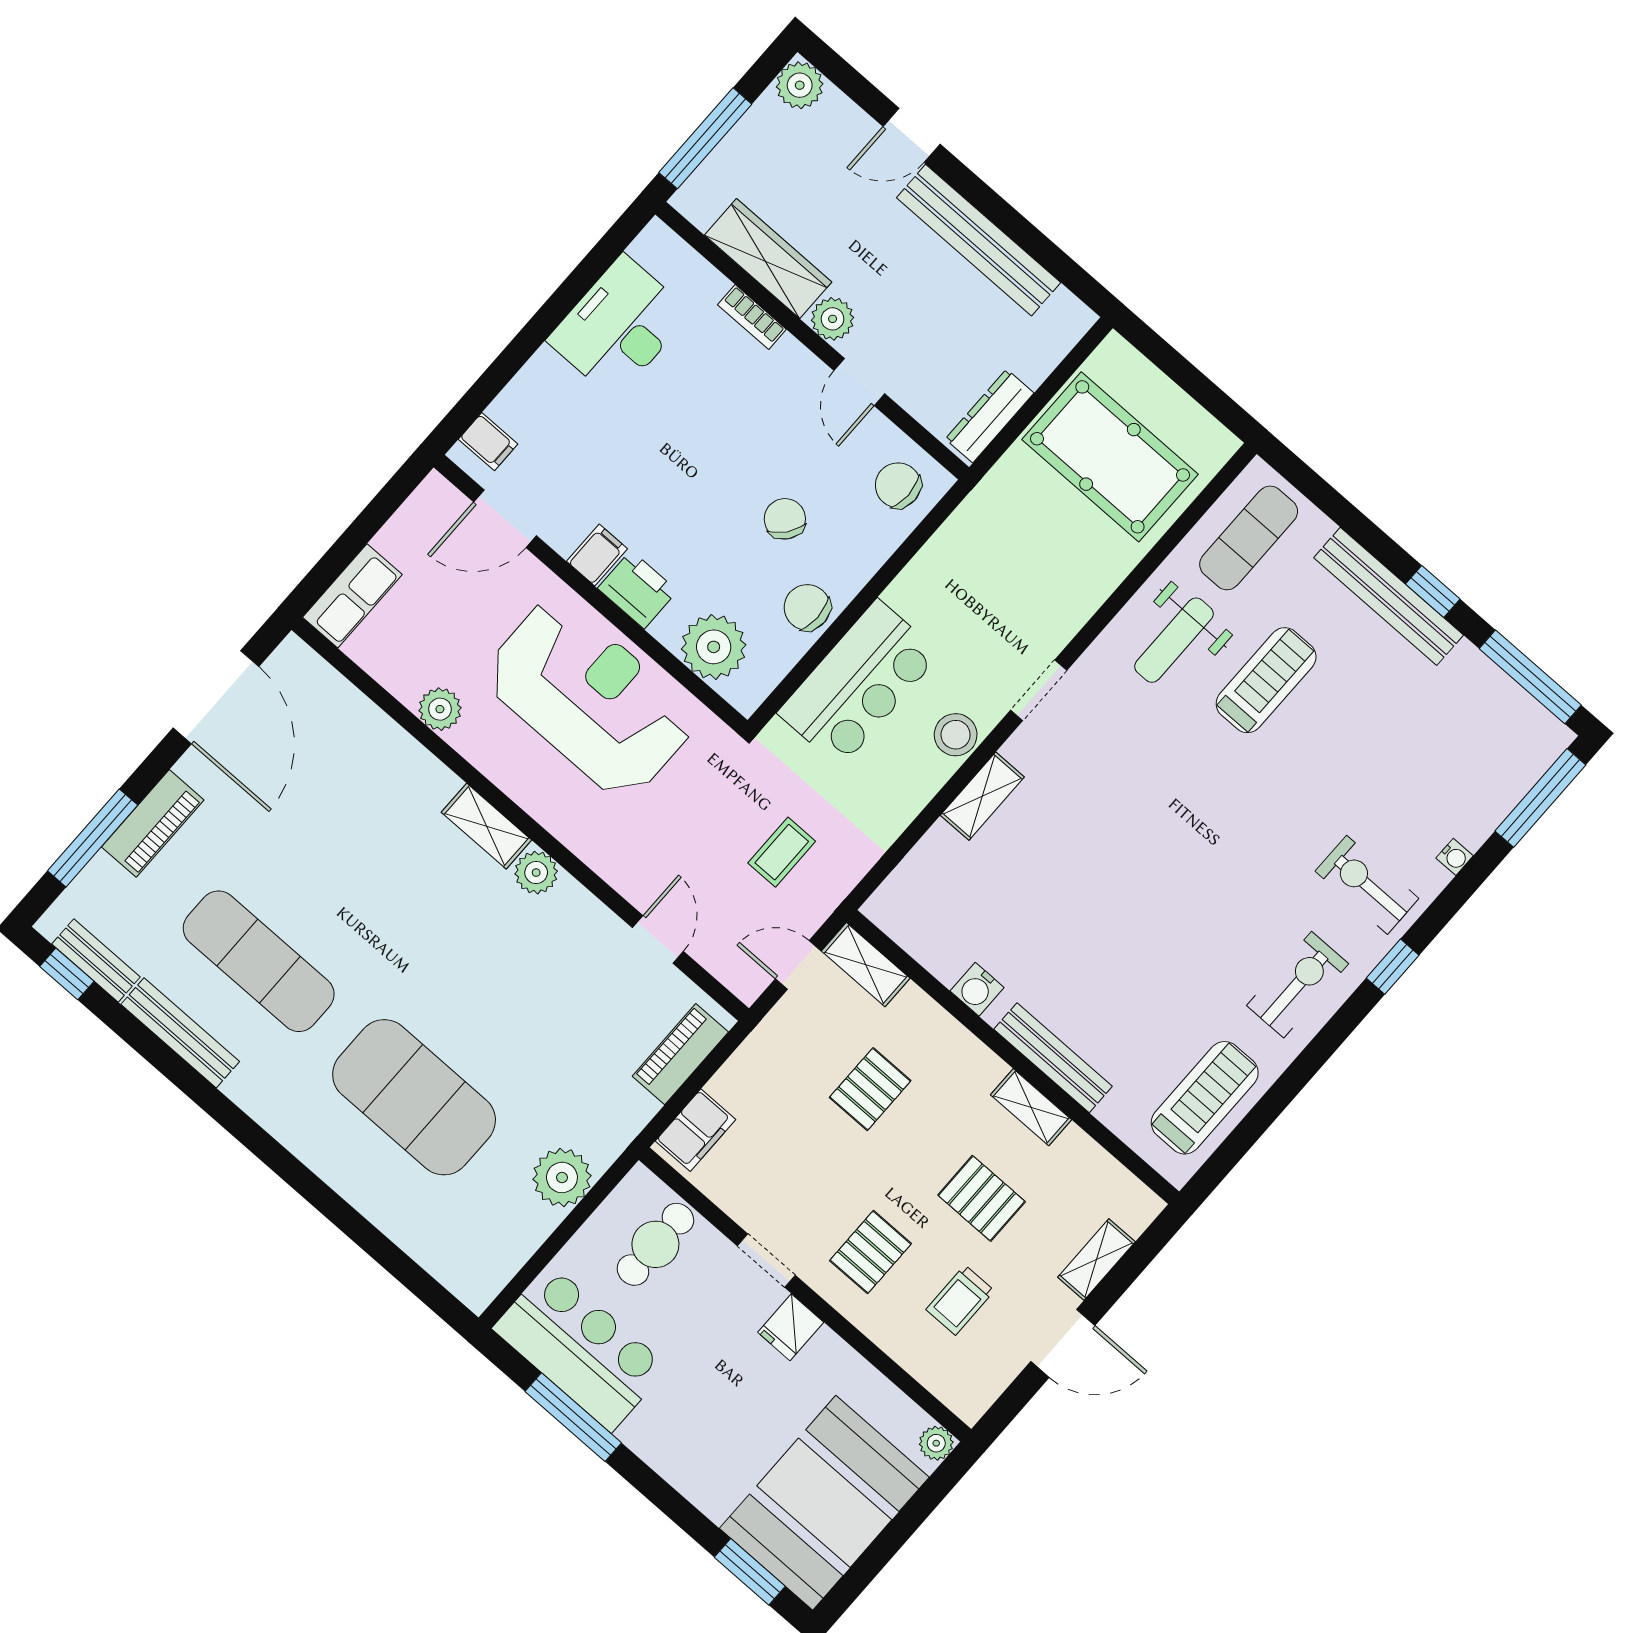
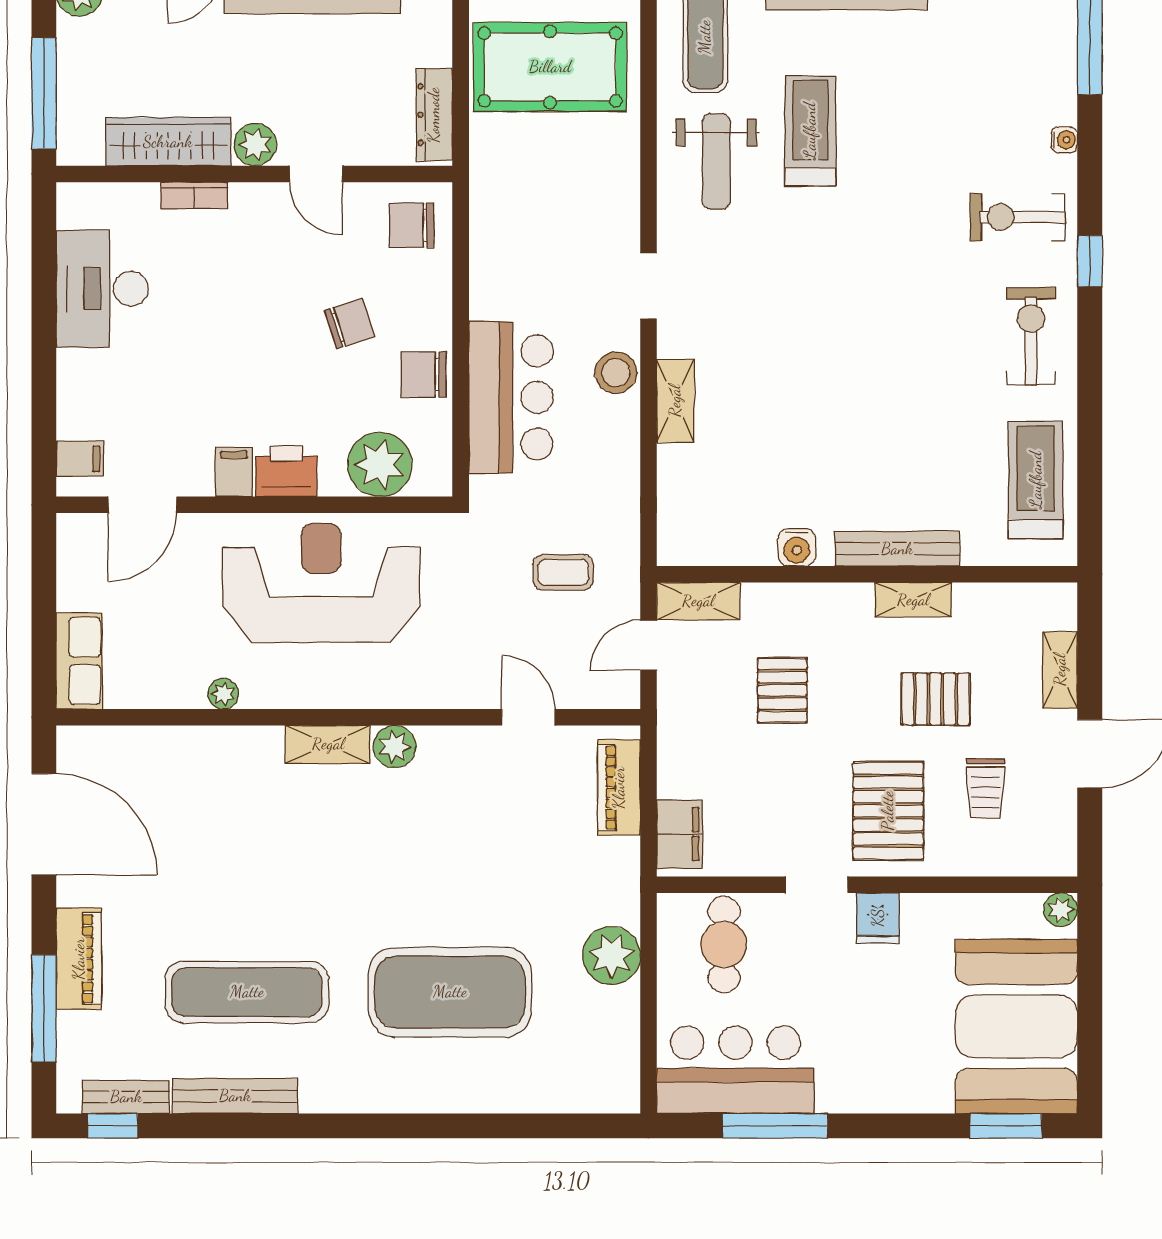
chair: (785, 519) -> (350, 324), turned 125
plant: (440, 709) -> (223, 694), width x0.73, depth x0.73
coffee table: (782, 852) -> (563, 572), turned 90
pallet: (871, 1252) -> (888, 811), width x1.50, depth x1.42

